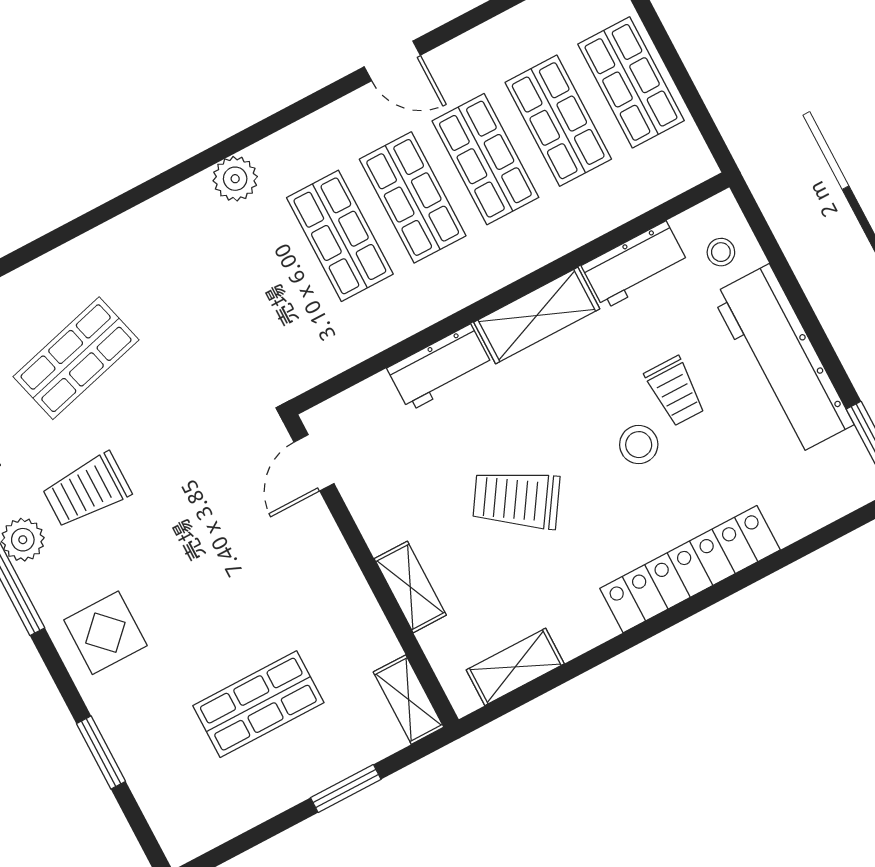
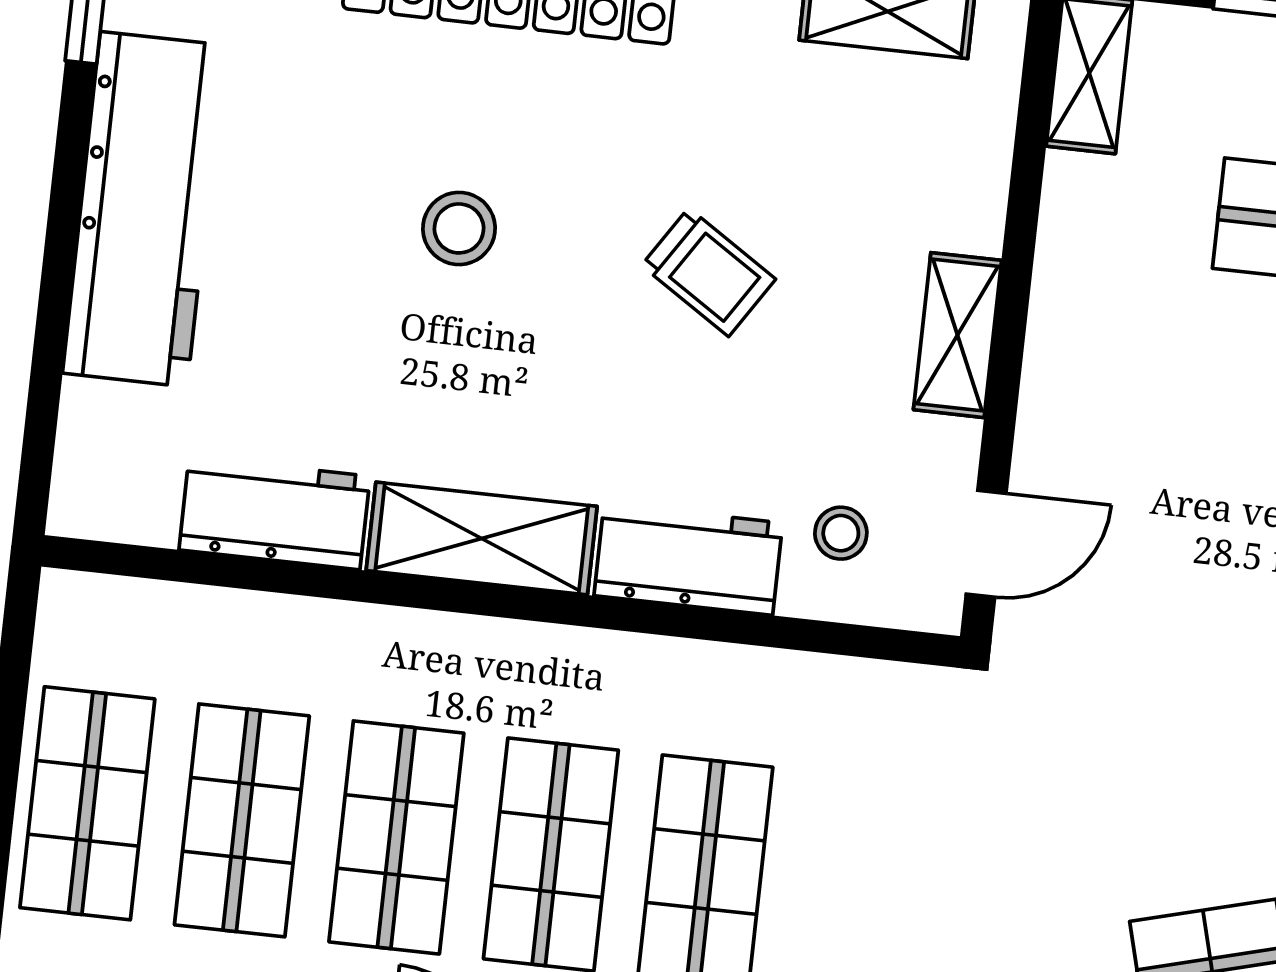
stool: (721, 252) -> (841, 533), moved
trolley: (675, 391) -> (345, 274), removed
trolley: (516, 499) -> (709, 272), width x0.73, depth x0.72
shelving: (410, 587) -> (957, 335), moved

